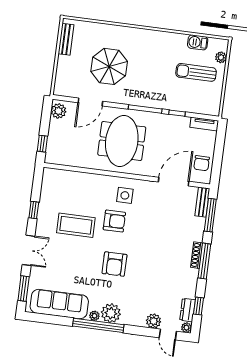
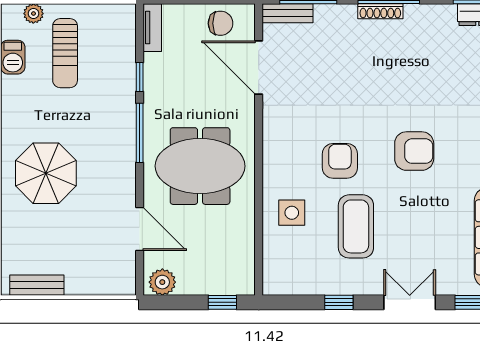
parasol: (109, 66) -> (46, 173), moved
side table: (125, 195) -> (292, 213), moved

